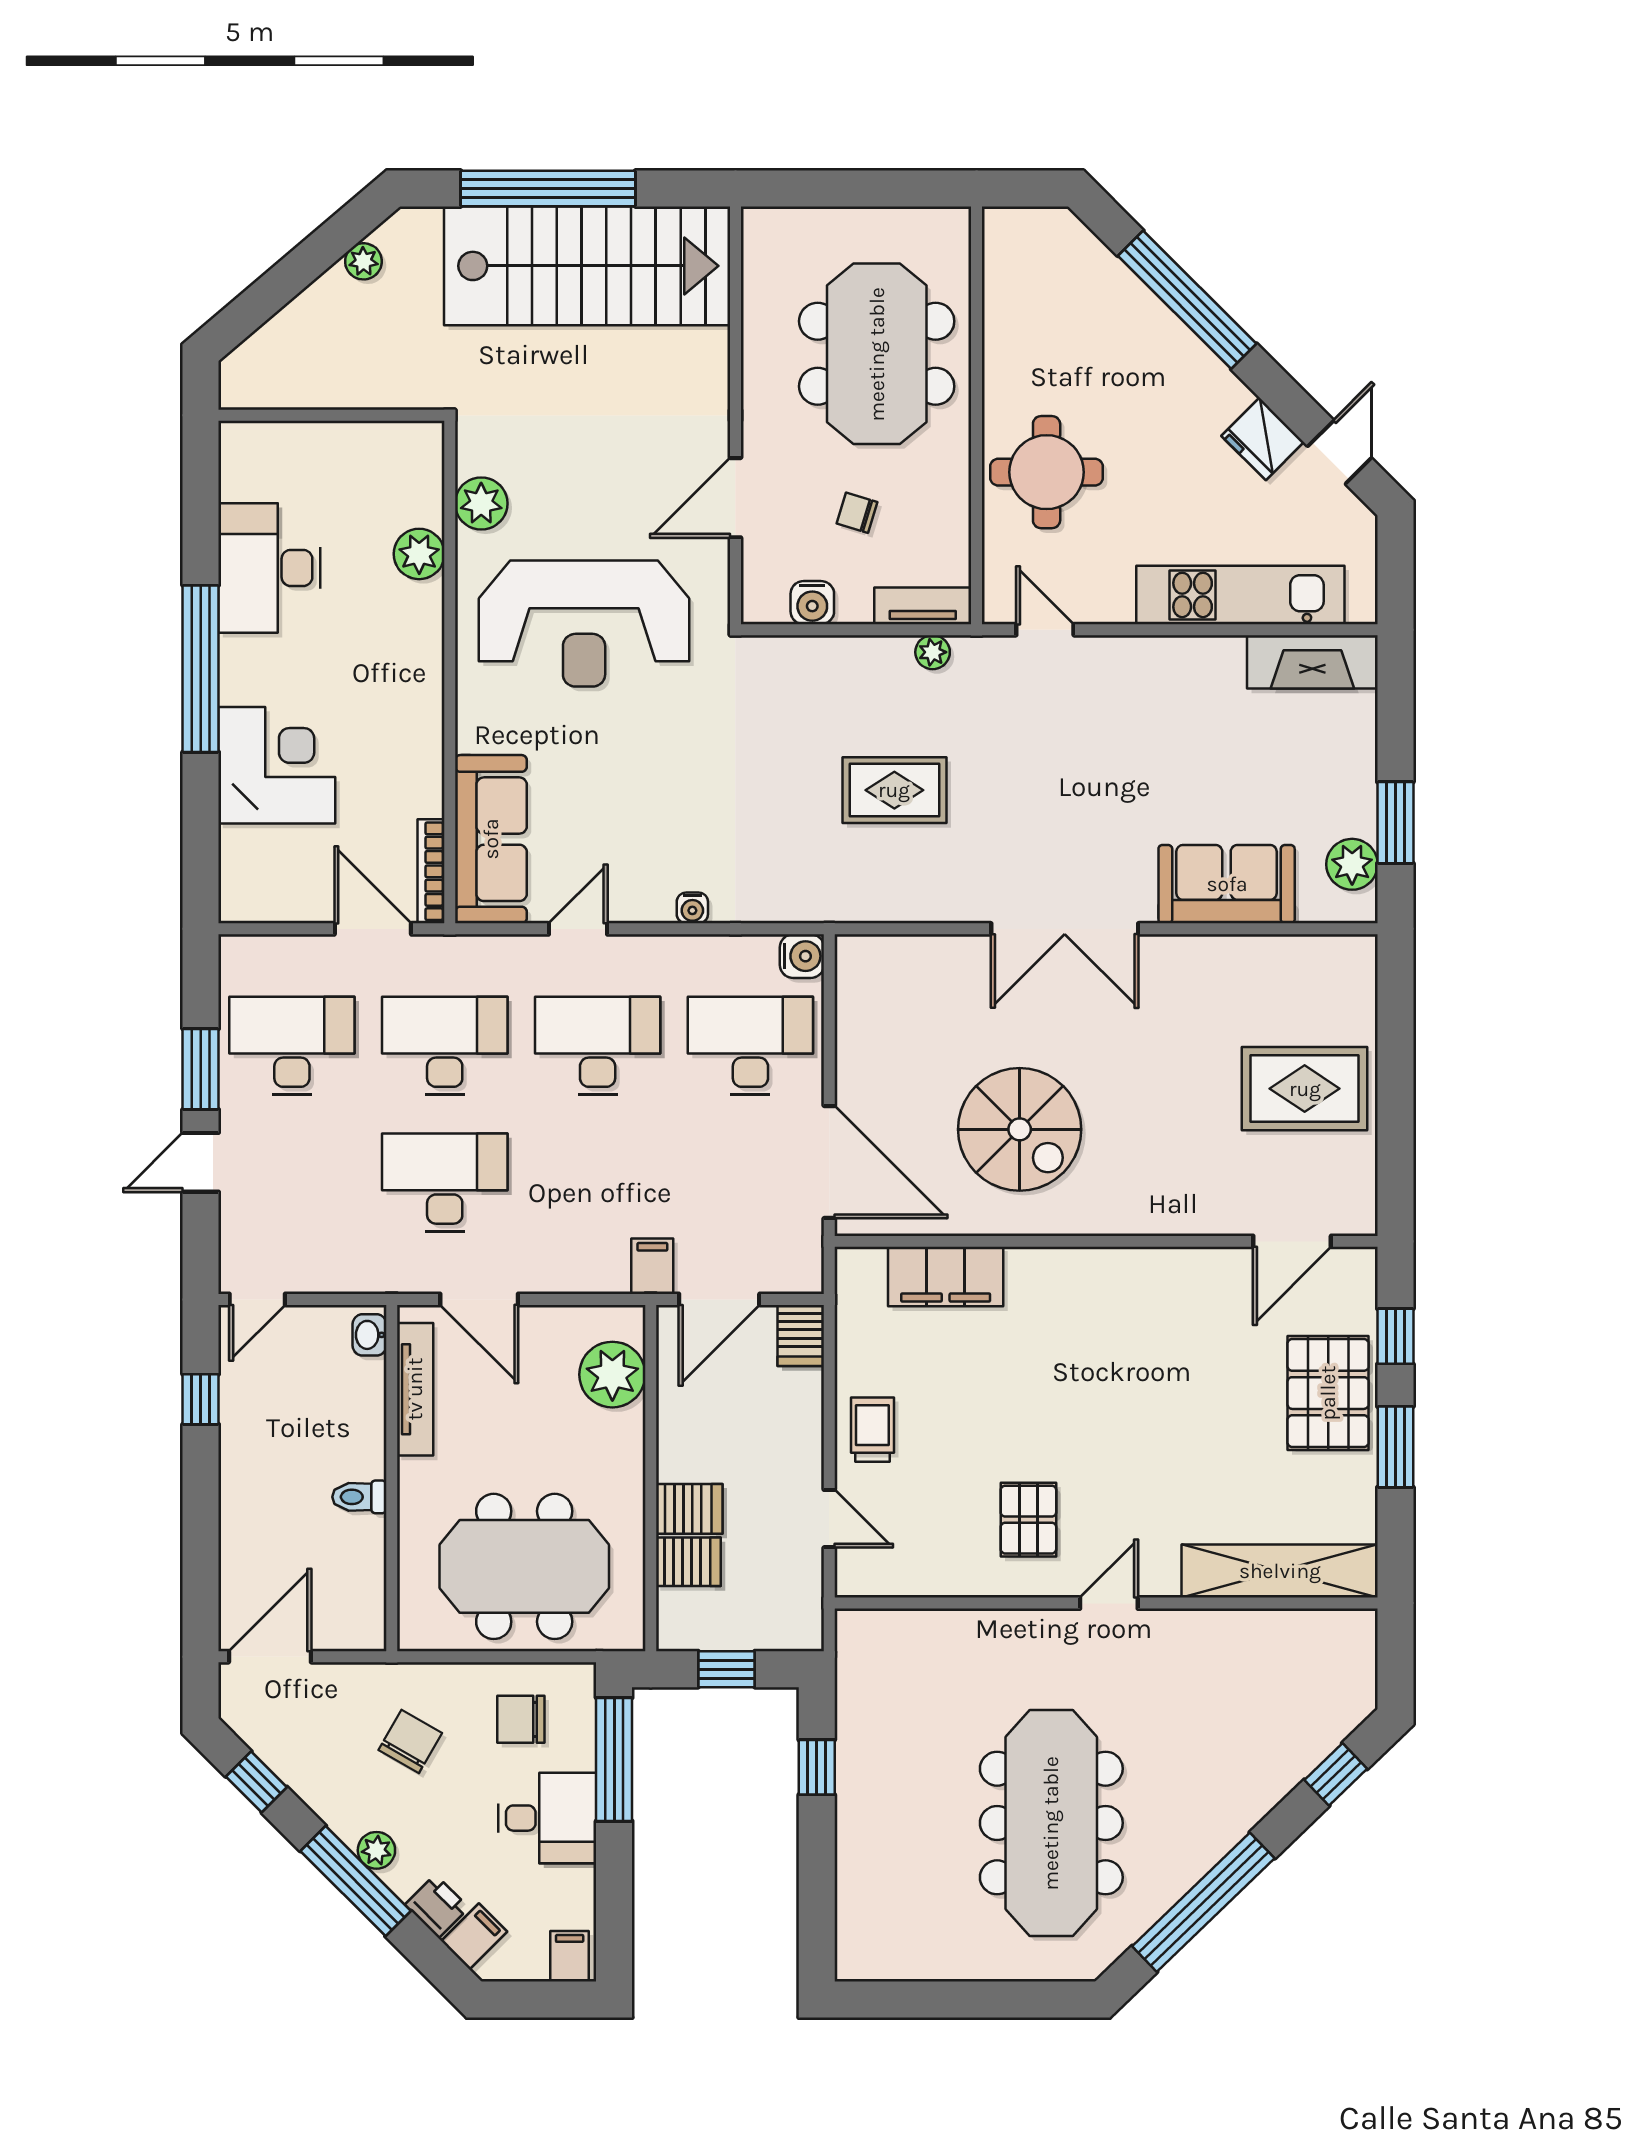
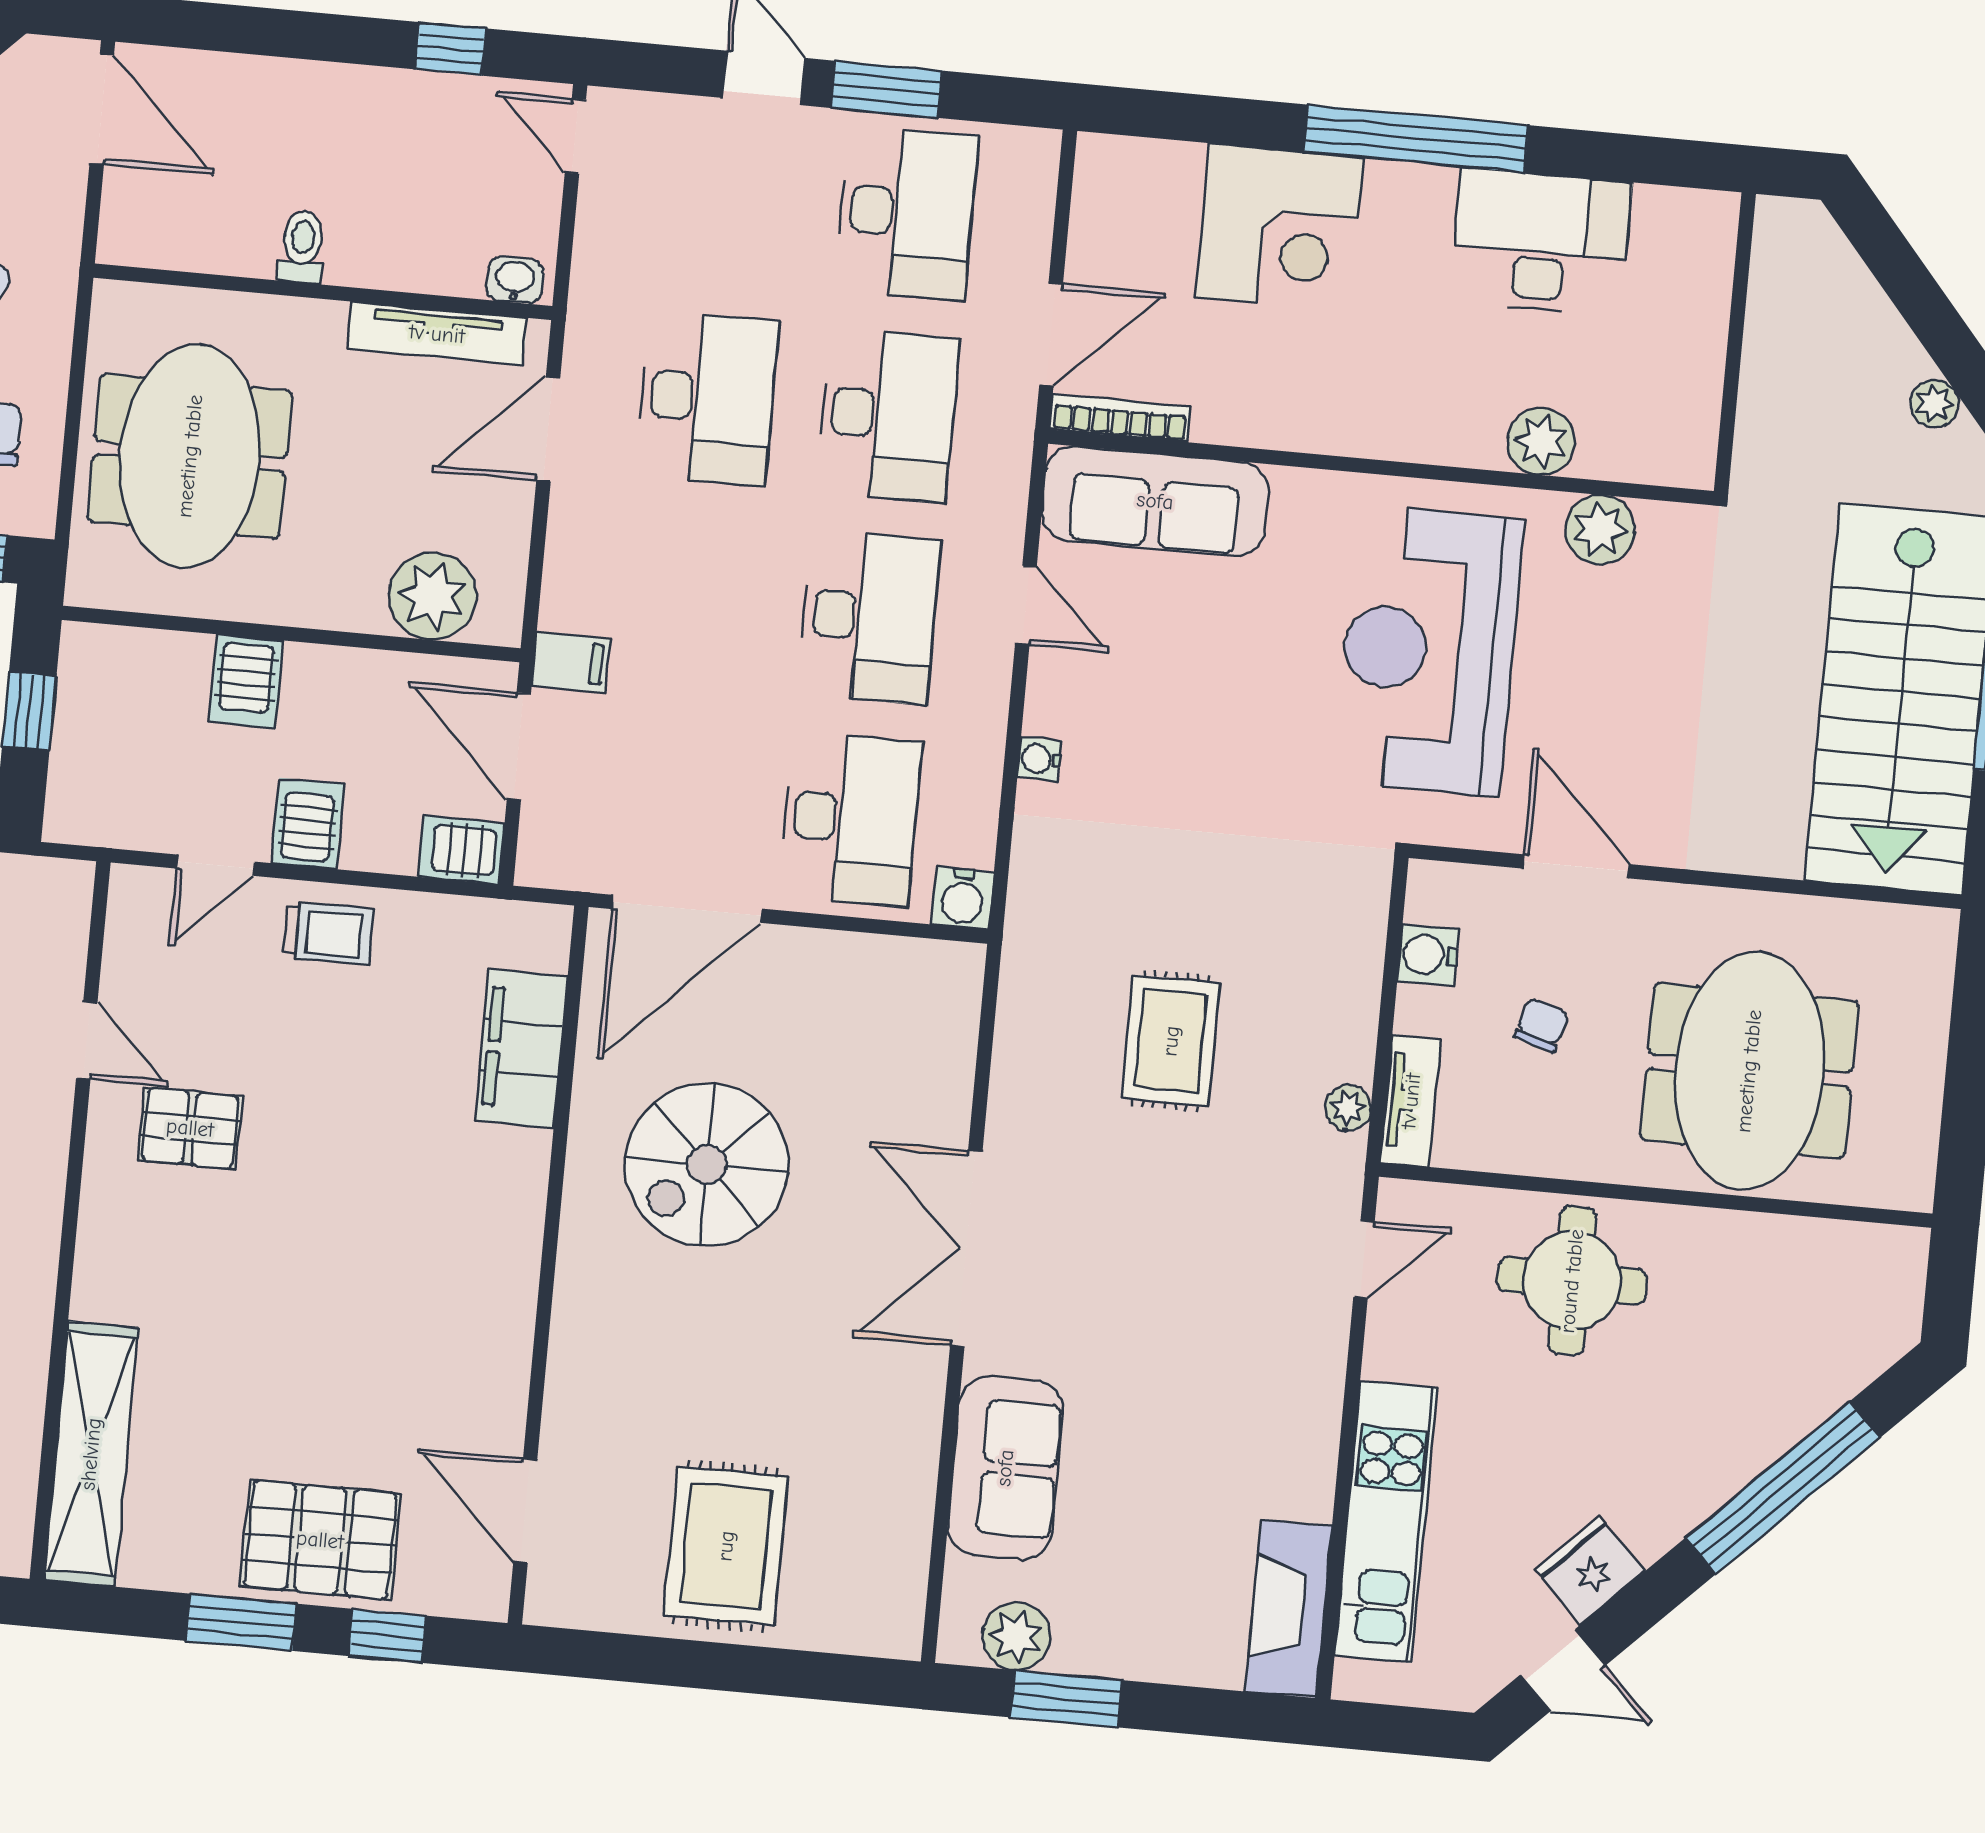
meeting table: (877, 354) -> (1749, 1071), turned 90
server rack: (688, 1562) -> (308, 823), moved, turned 180
door: (1109, 1603) -> (87, 1040), moved

